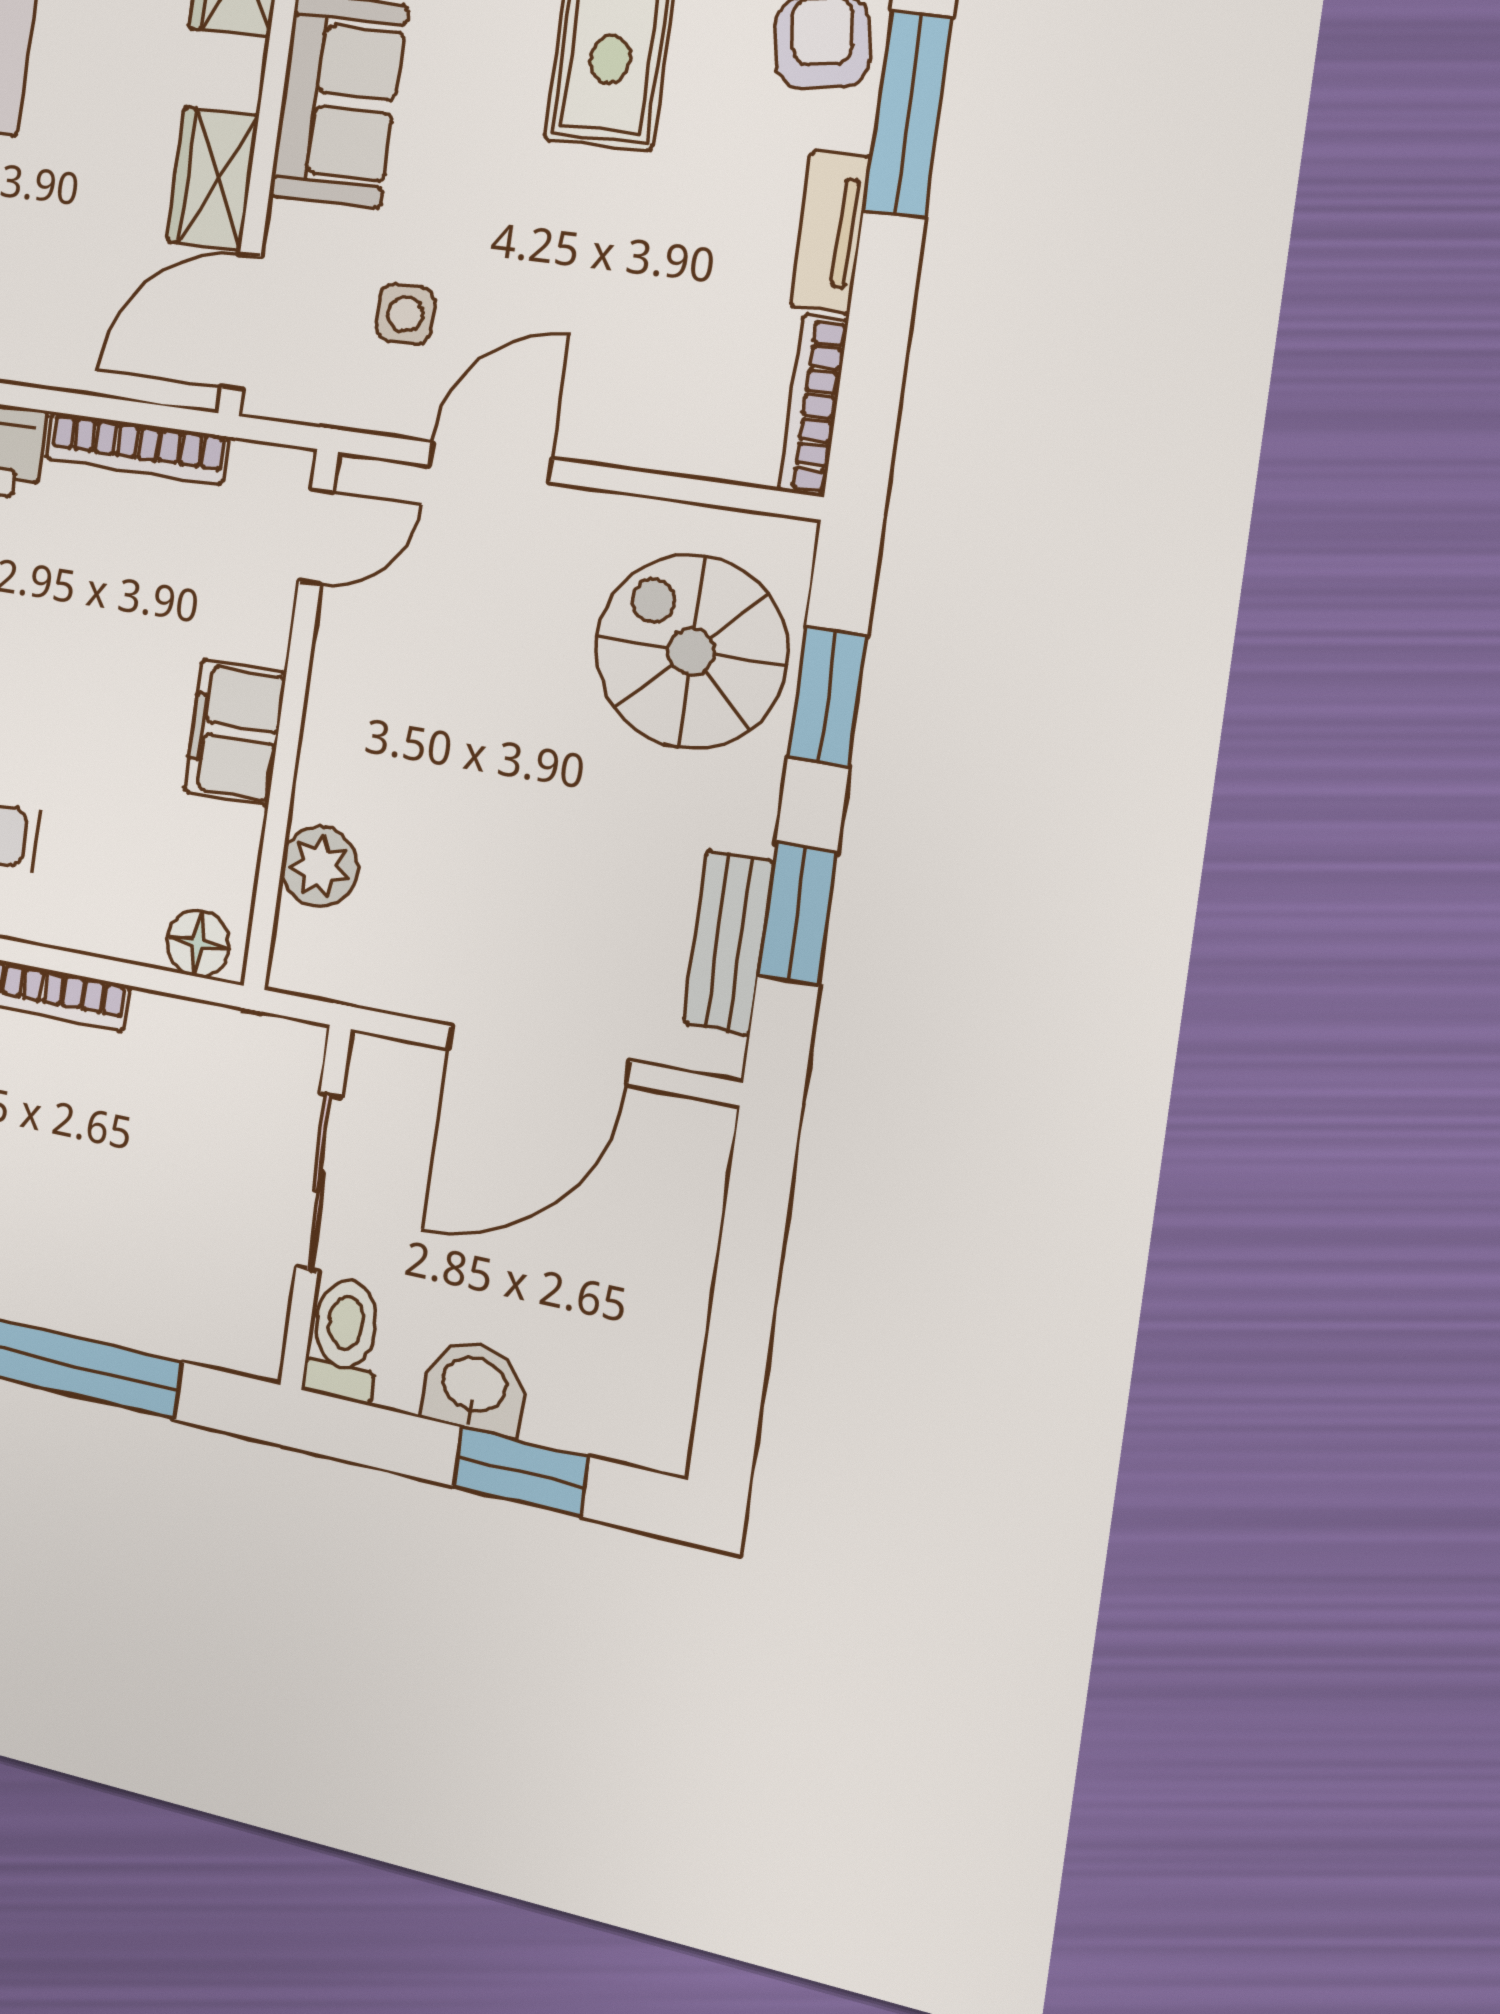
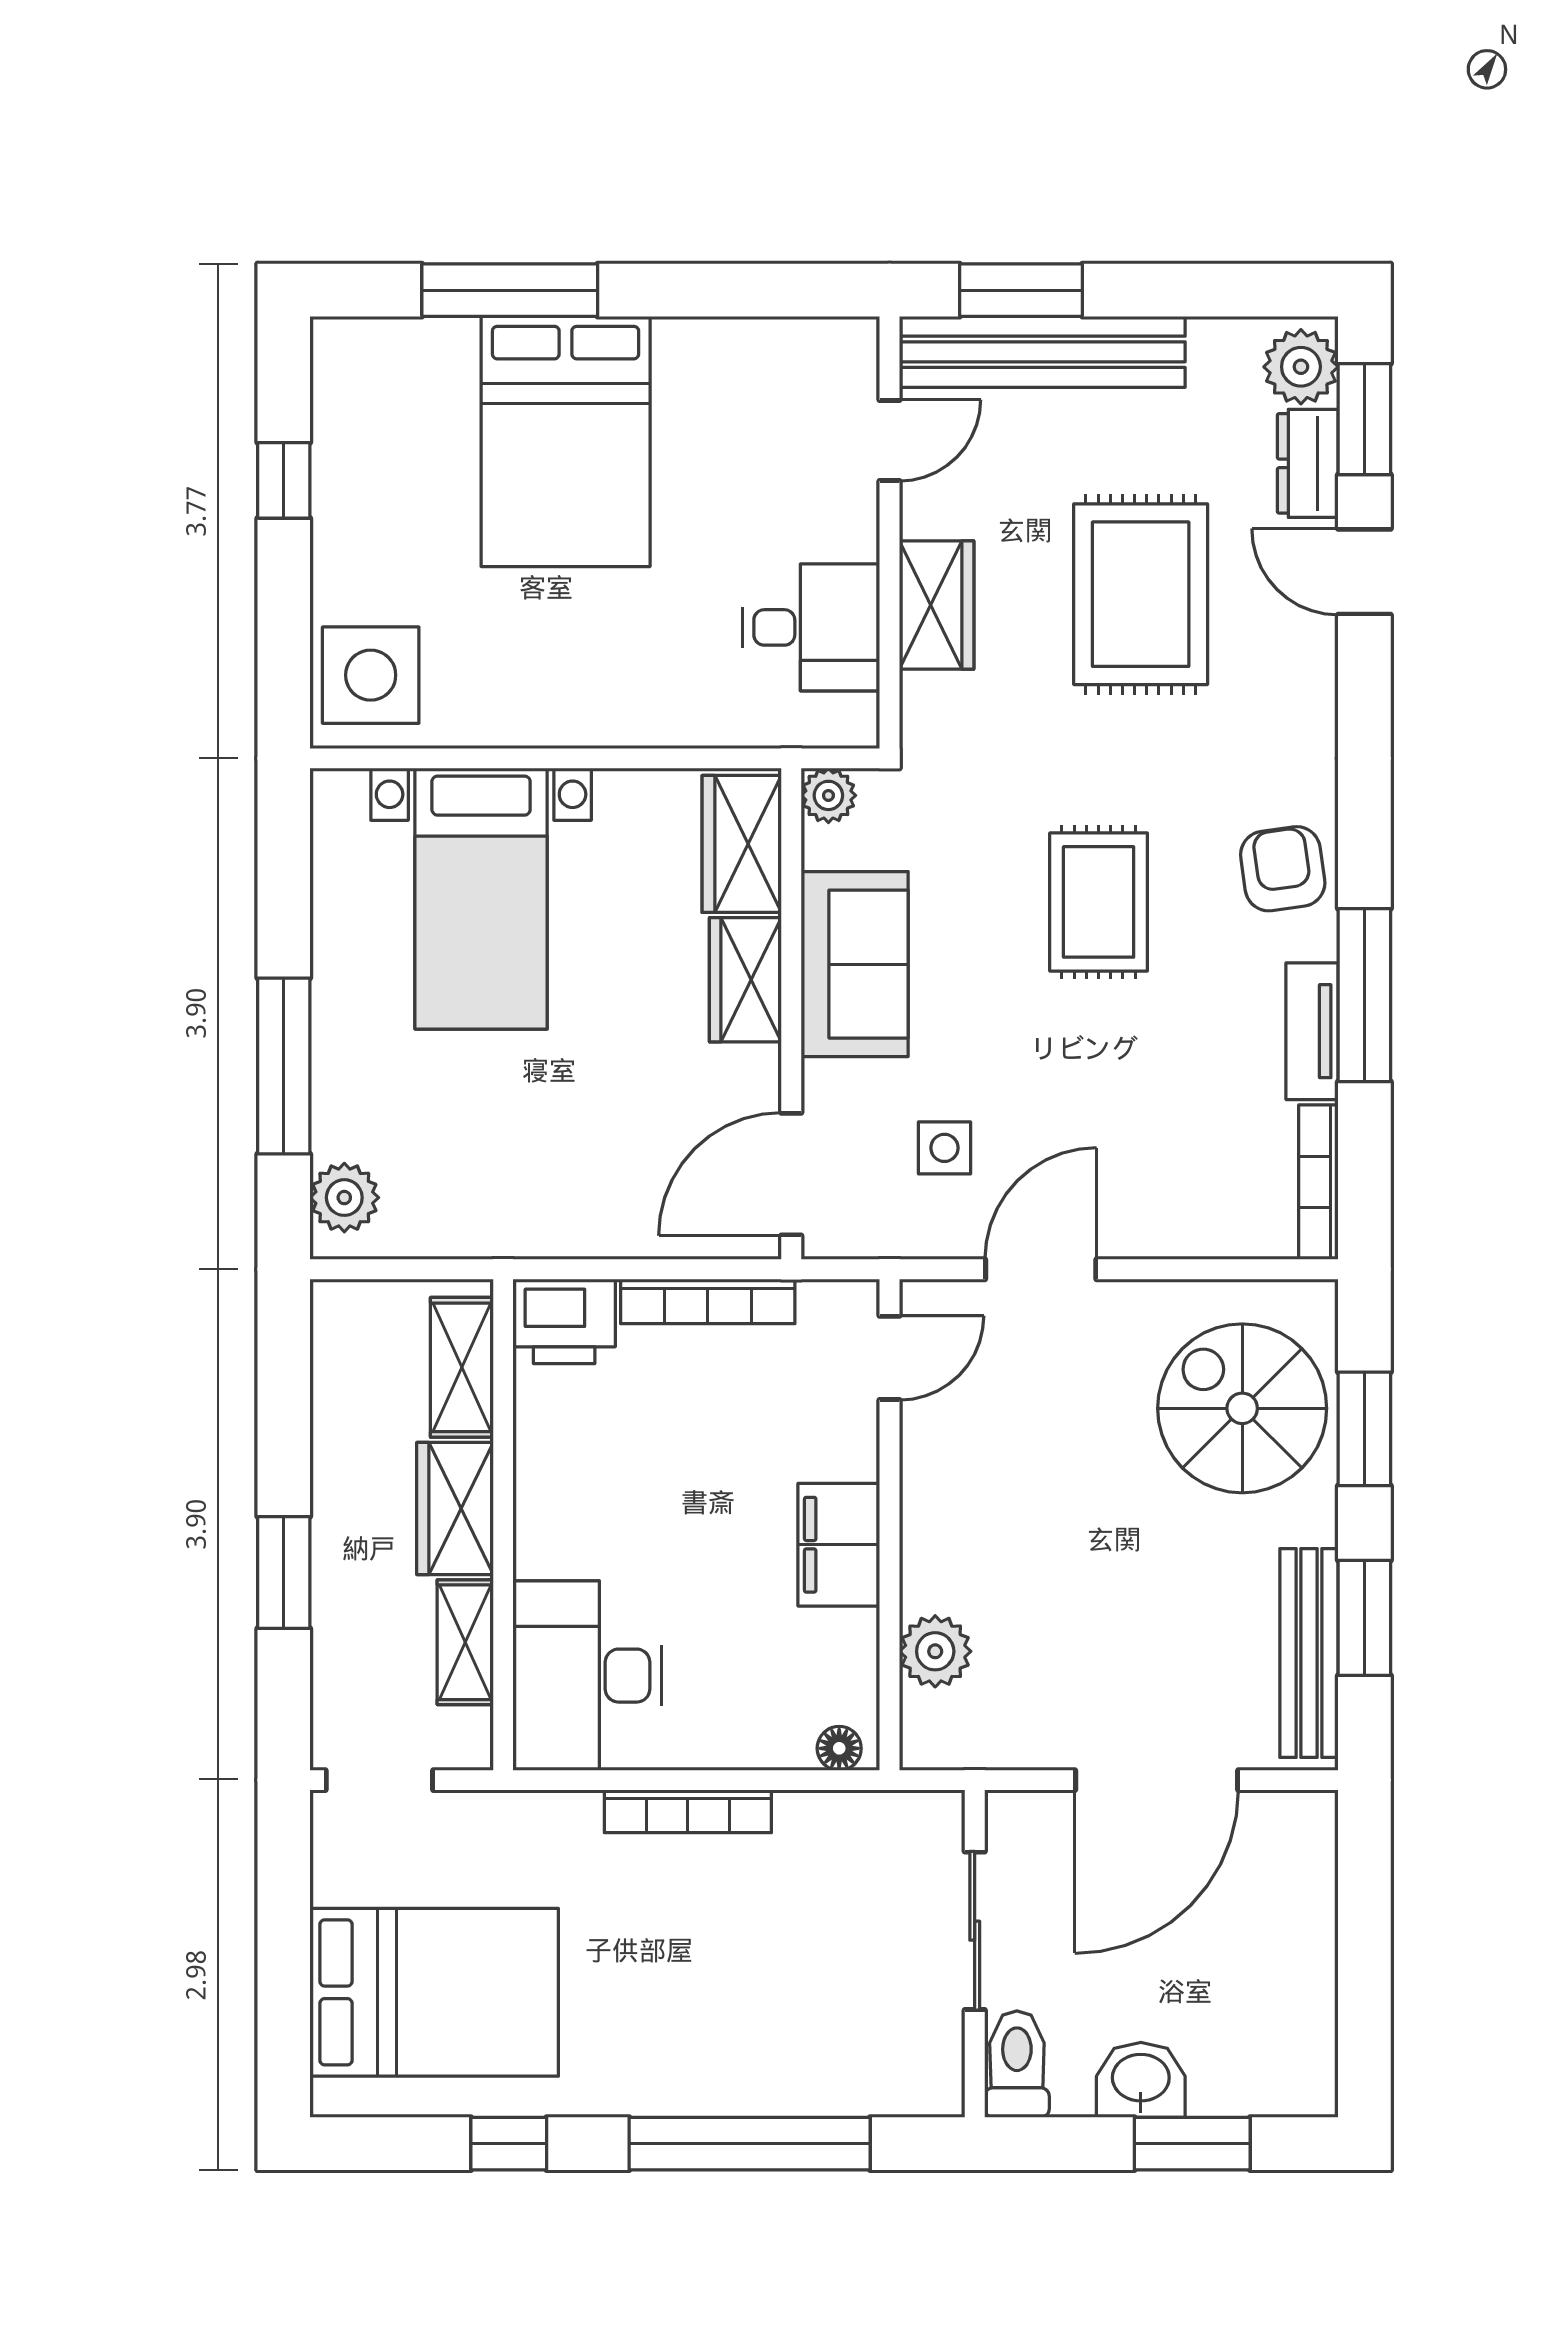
window: (908, 114) -> (1364, 995), moved
wardrobe: (213, 178) -> (745, 980), moved
floor lamp: (198, 943) -> (839, 1748), width x0.73, depth x0.73
bench: (728, 943) -> (1309, 1653), width x1.36

